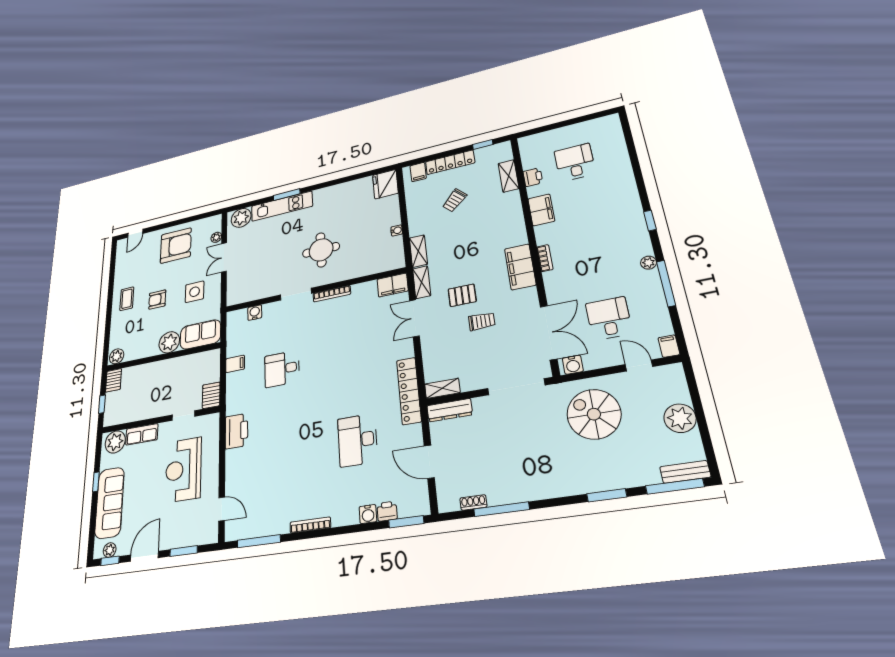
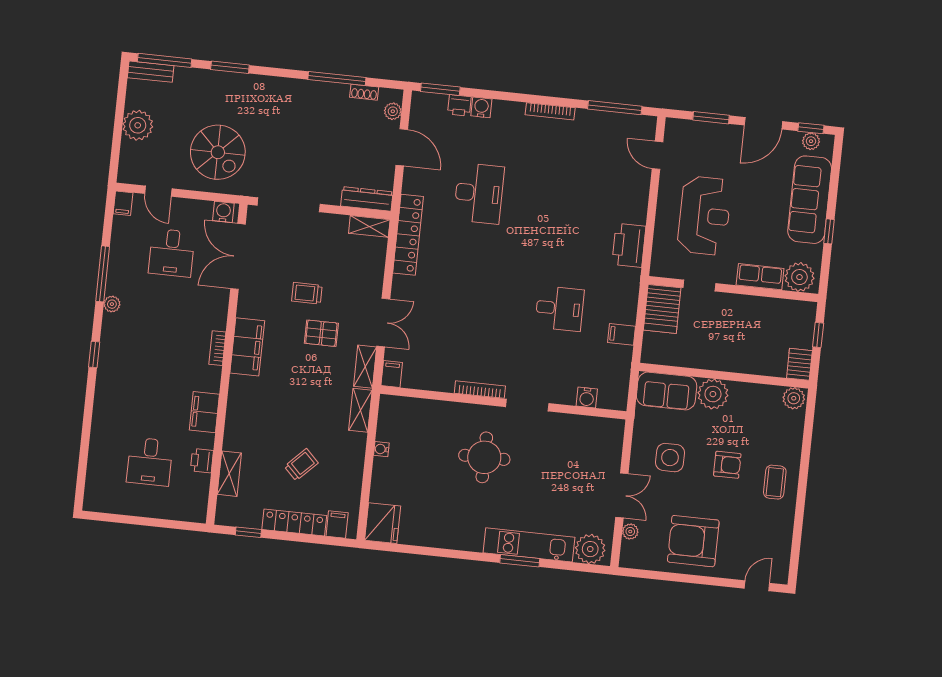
filing cabinet: (393, 285) -> (392, 374), width x0.50
server rack: (211, 395) -> (662, 309), width x1.36, depth x1.44
plant: (444, 491) -> (393, 111), added

